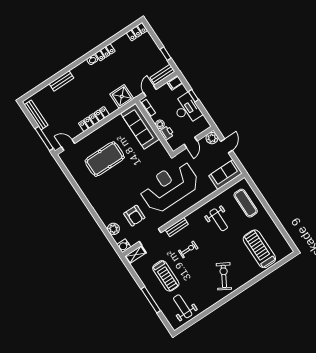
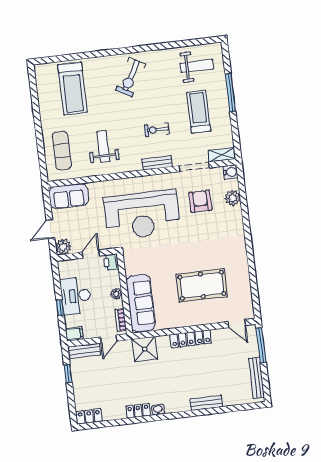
printer: (167, 133) -> (111, 262), moved
weight bench: (183, 306) -> (197, 66), turned -90

